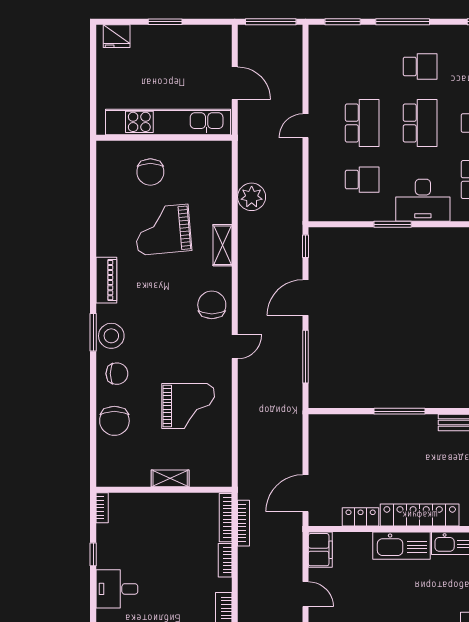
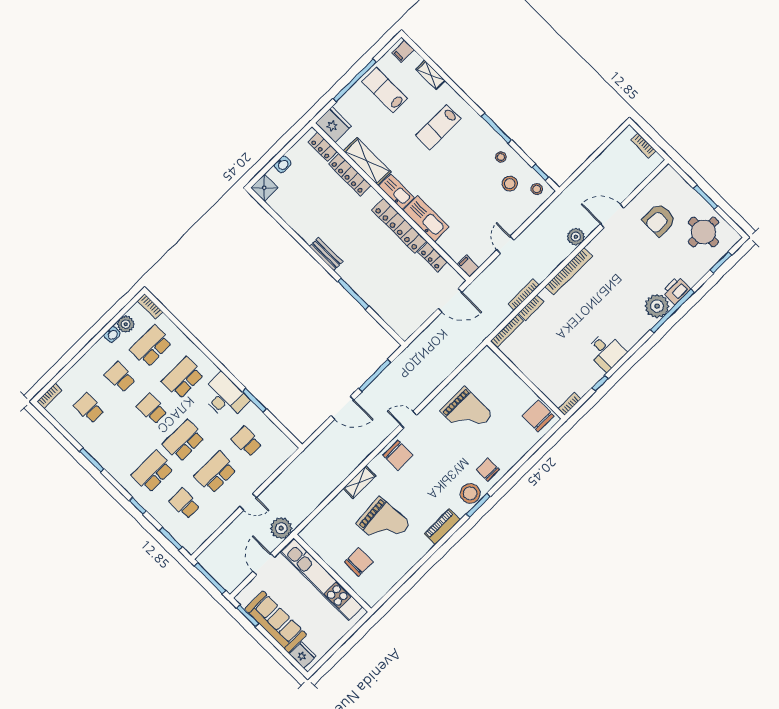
window: (165, 22) -> (248, 616), moved
window: (403, 22) -> (138, 506), width x0.46
sofa: (171, 42) -> (276, 622), added
school desk: (362, 66) -> (185, 504), added
school desk: (420, 66) -> (153, 472), width x1.85
plant: (252, 197) -> (281, 528), moved
window: (306, 246) -> (314, 436), removed
chair: (212, 305) -> (398, 455), turned -90
grand piano: (188, 406) -> (466, 413), turned 180
chair: (114, 421) -> (538, 416), moved, turned -90
shelving: (170, 478) -> (516, 383), removed
bookcase: (244, 523) -> (524, 295), moved
filing cabinet: (320, 550) -> (468, 266), width x0.50

